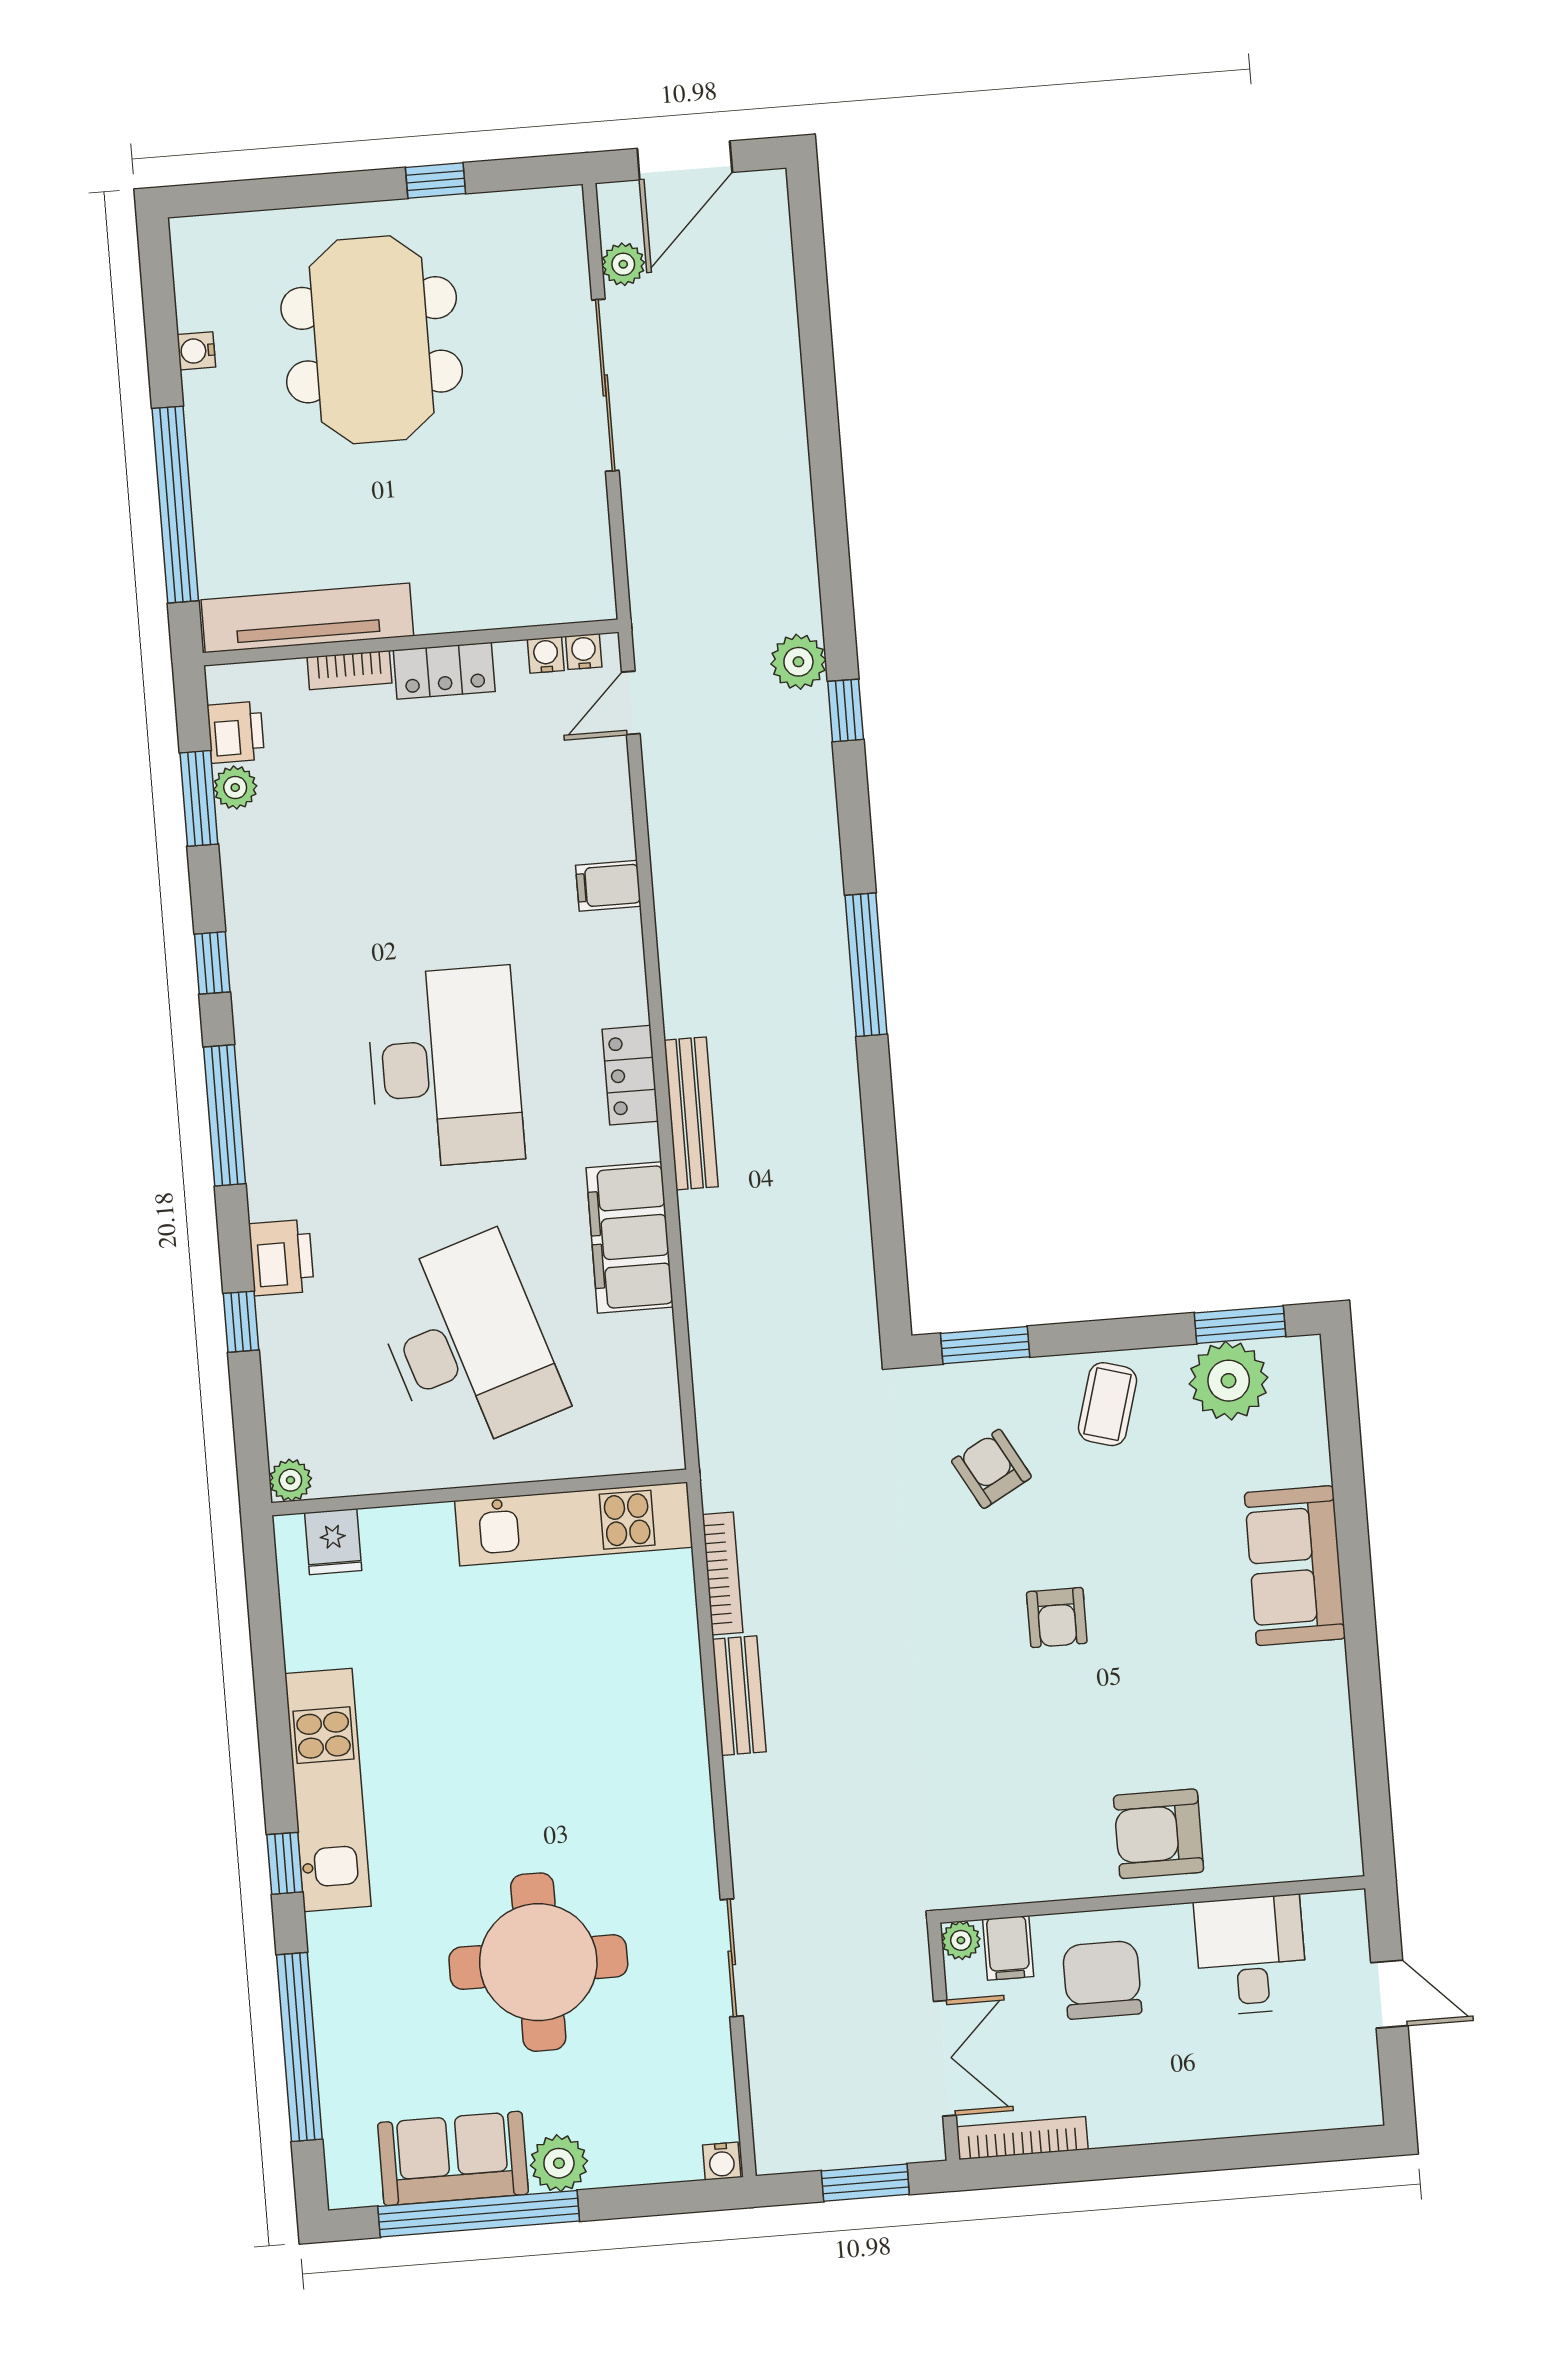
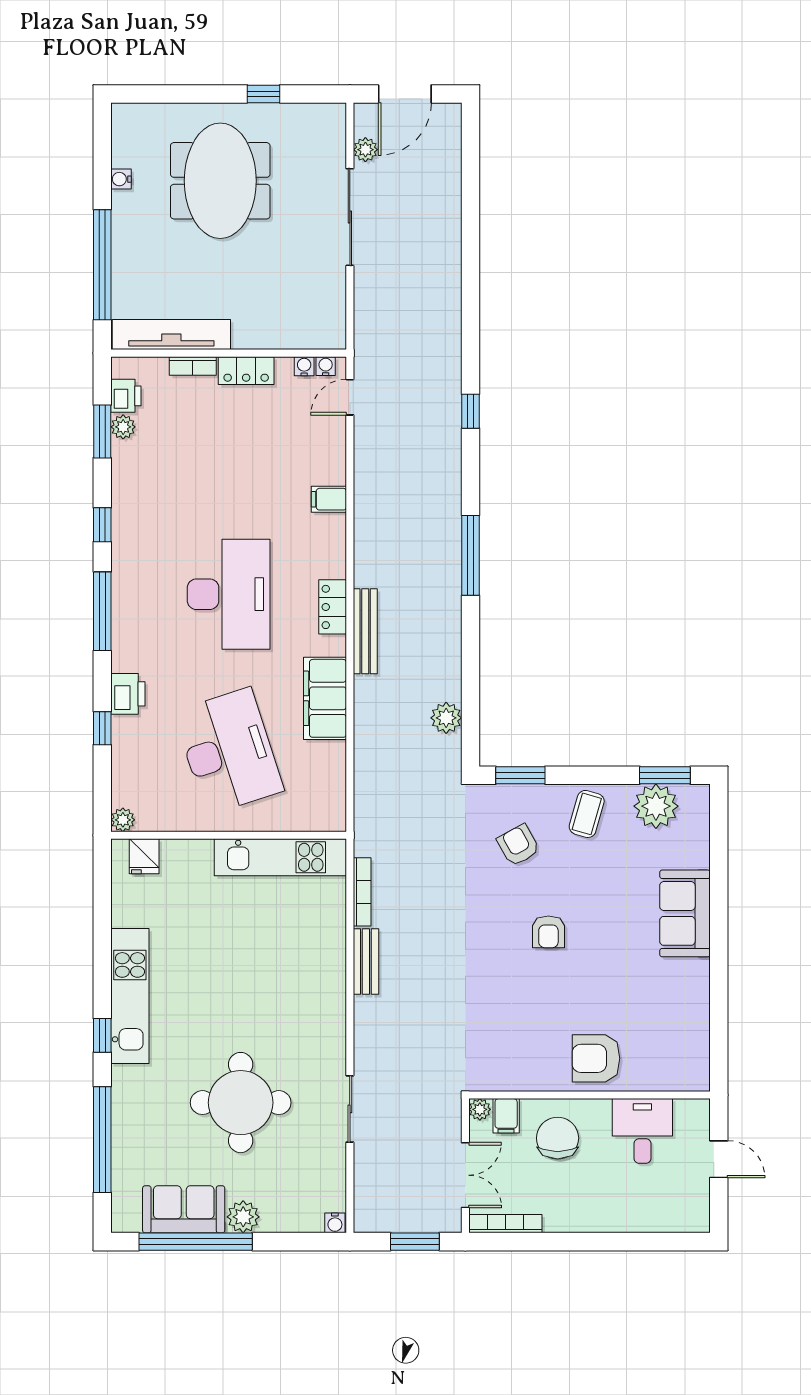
plant: (798, 662) -> (446, 718), moved

